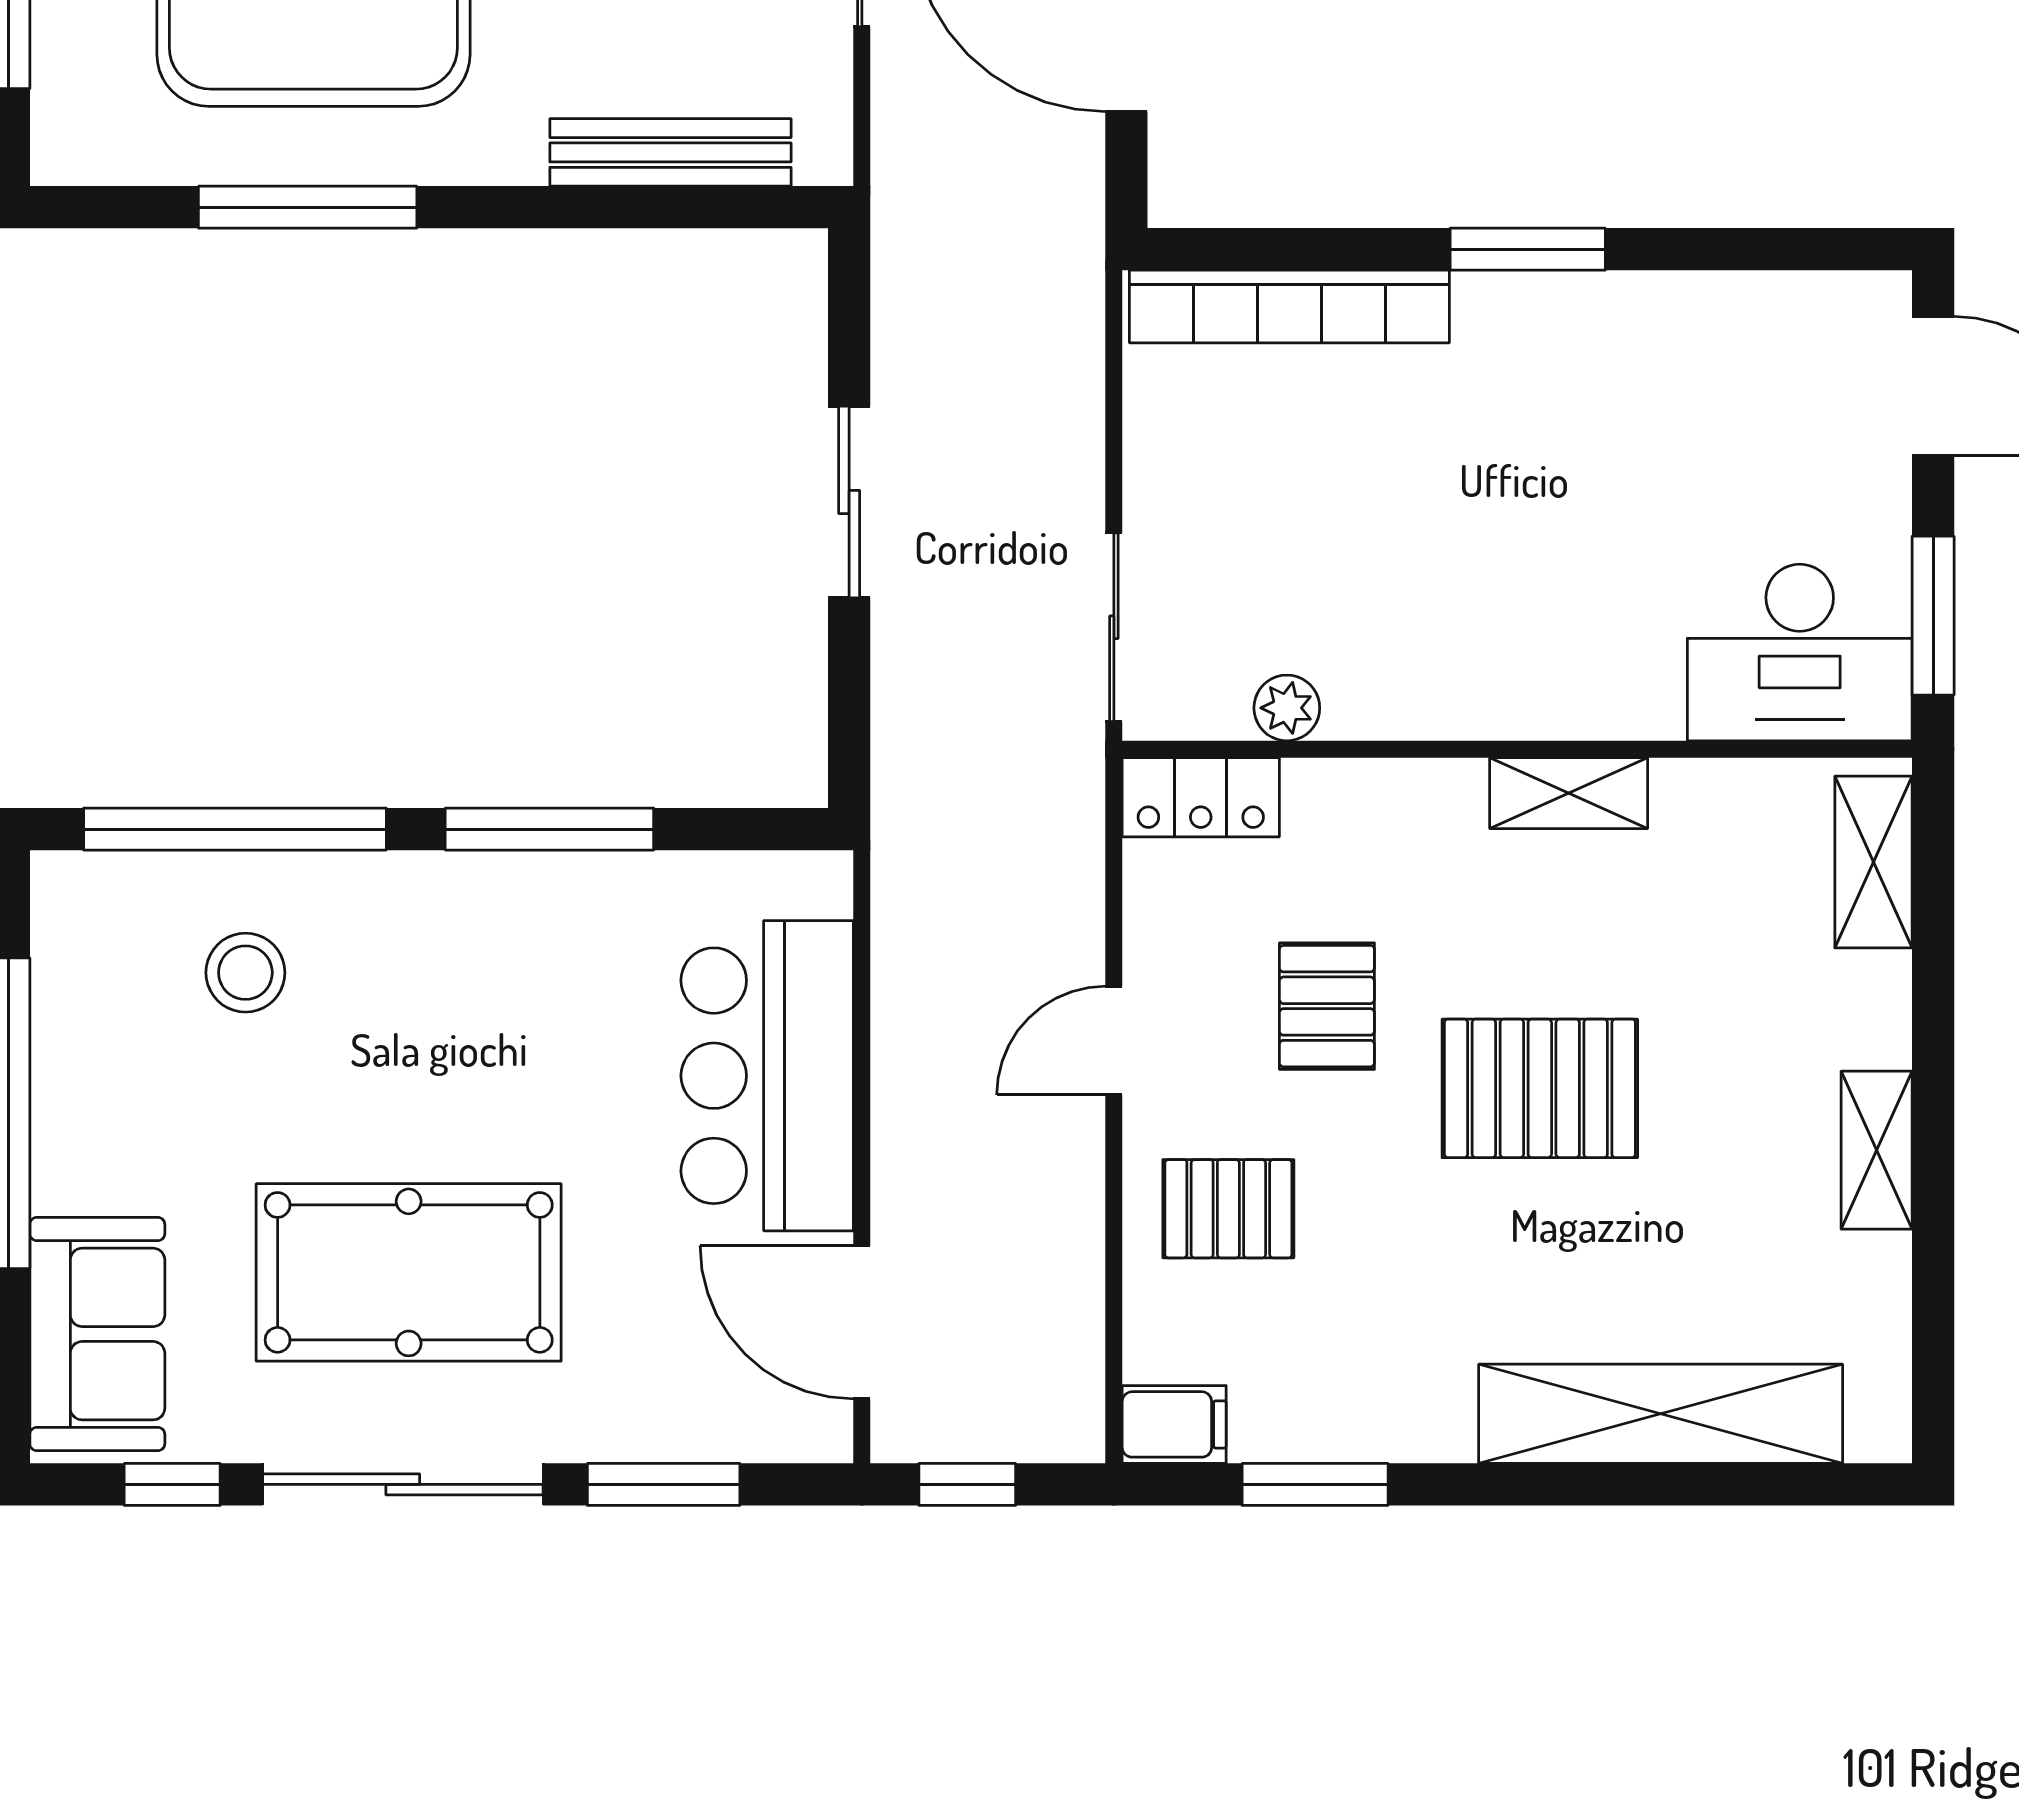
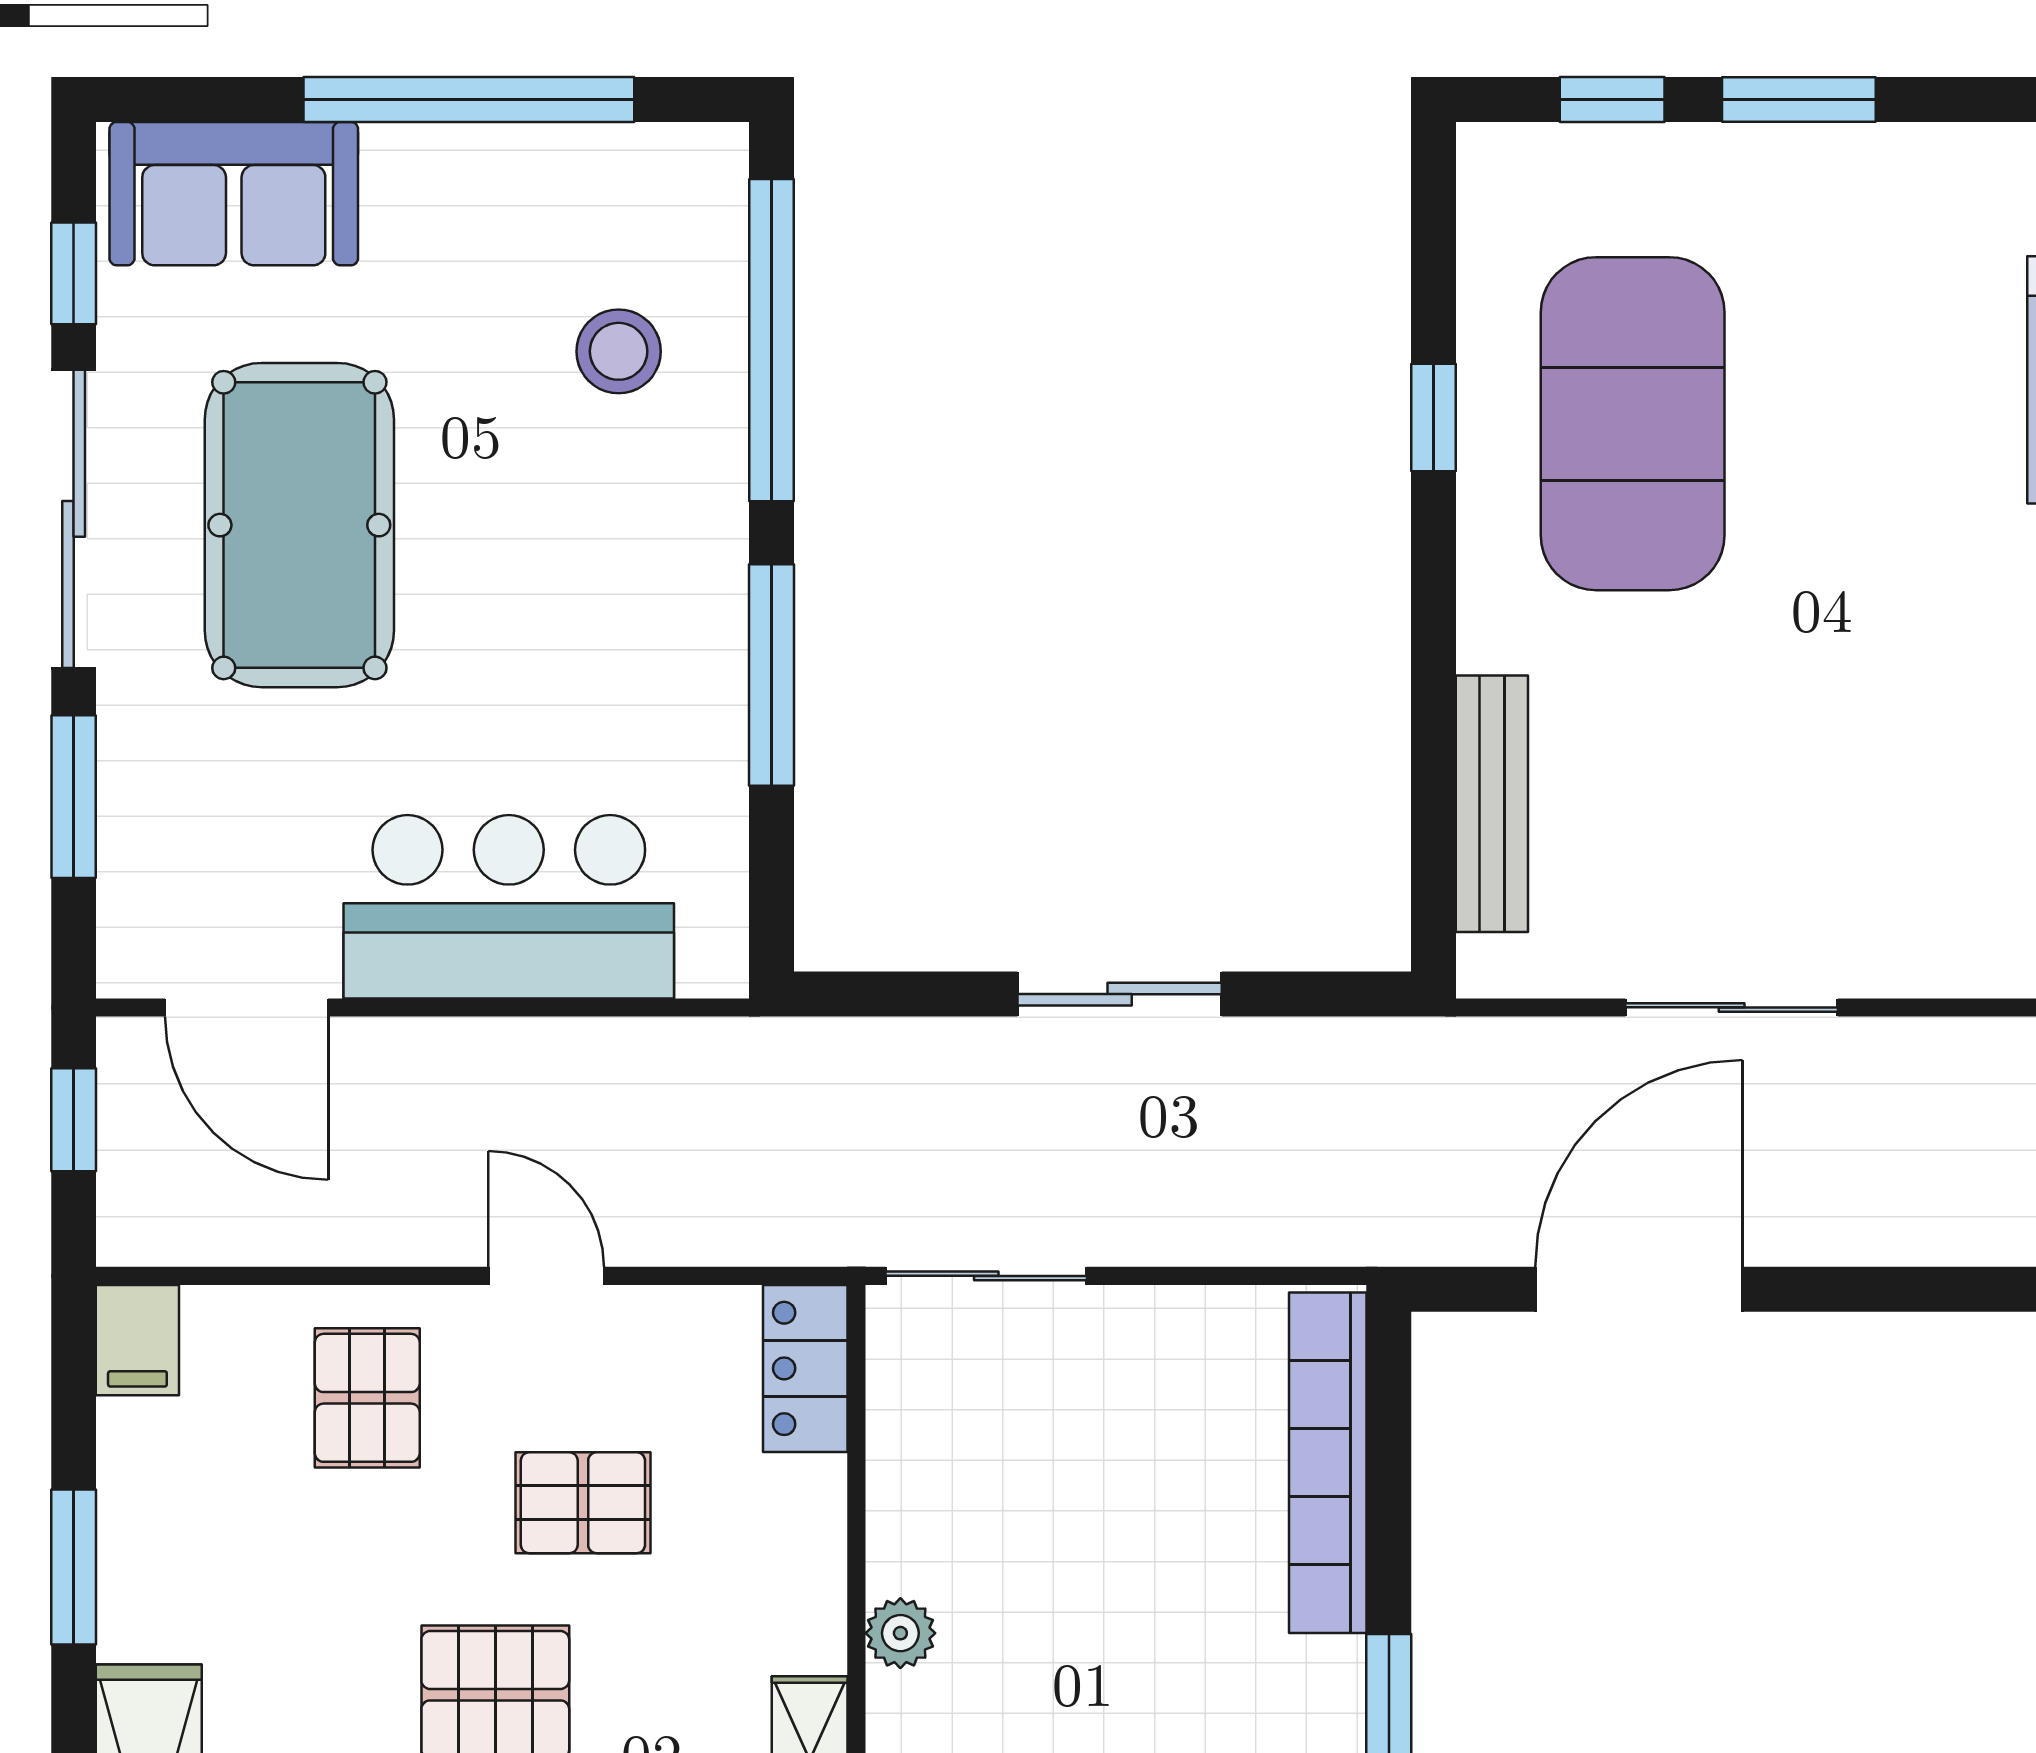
window: (308, 207) -> (1433, 418), width x0.46
plant: (1287, 708) -> (900, 1633), moved
door: (862, 1322) -> (246, 1007), swing flipped
window: (1315, 1484) -> (74, 1567), moved

